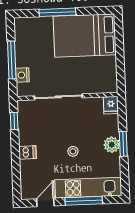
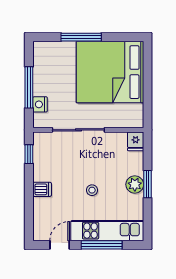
bed: (85, 35) -> (110, 72), width x1.36

